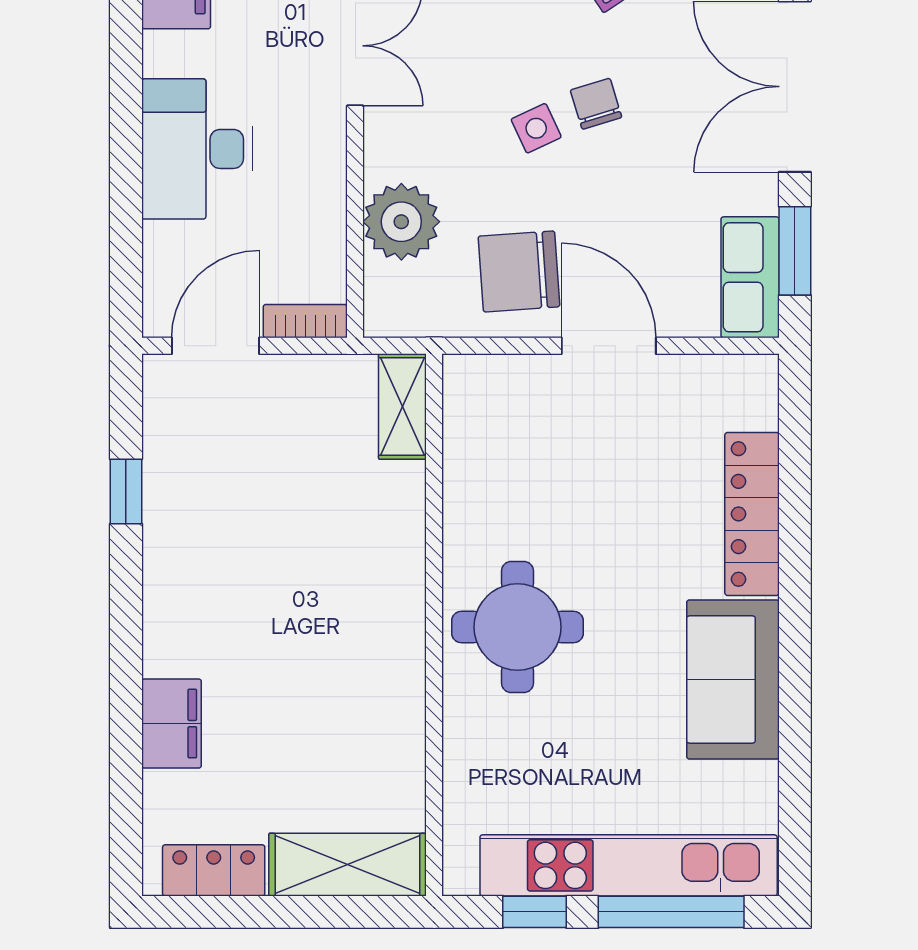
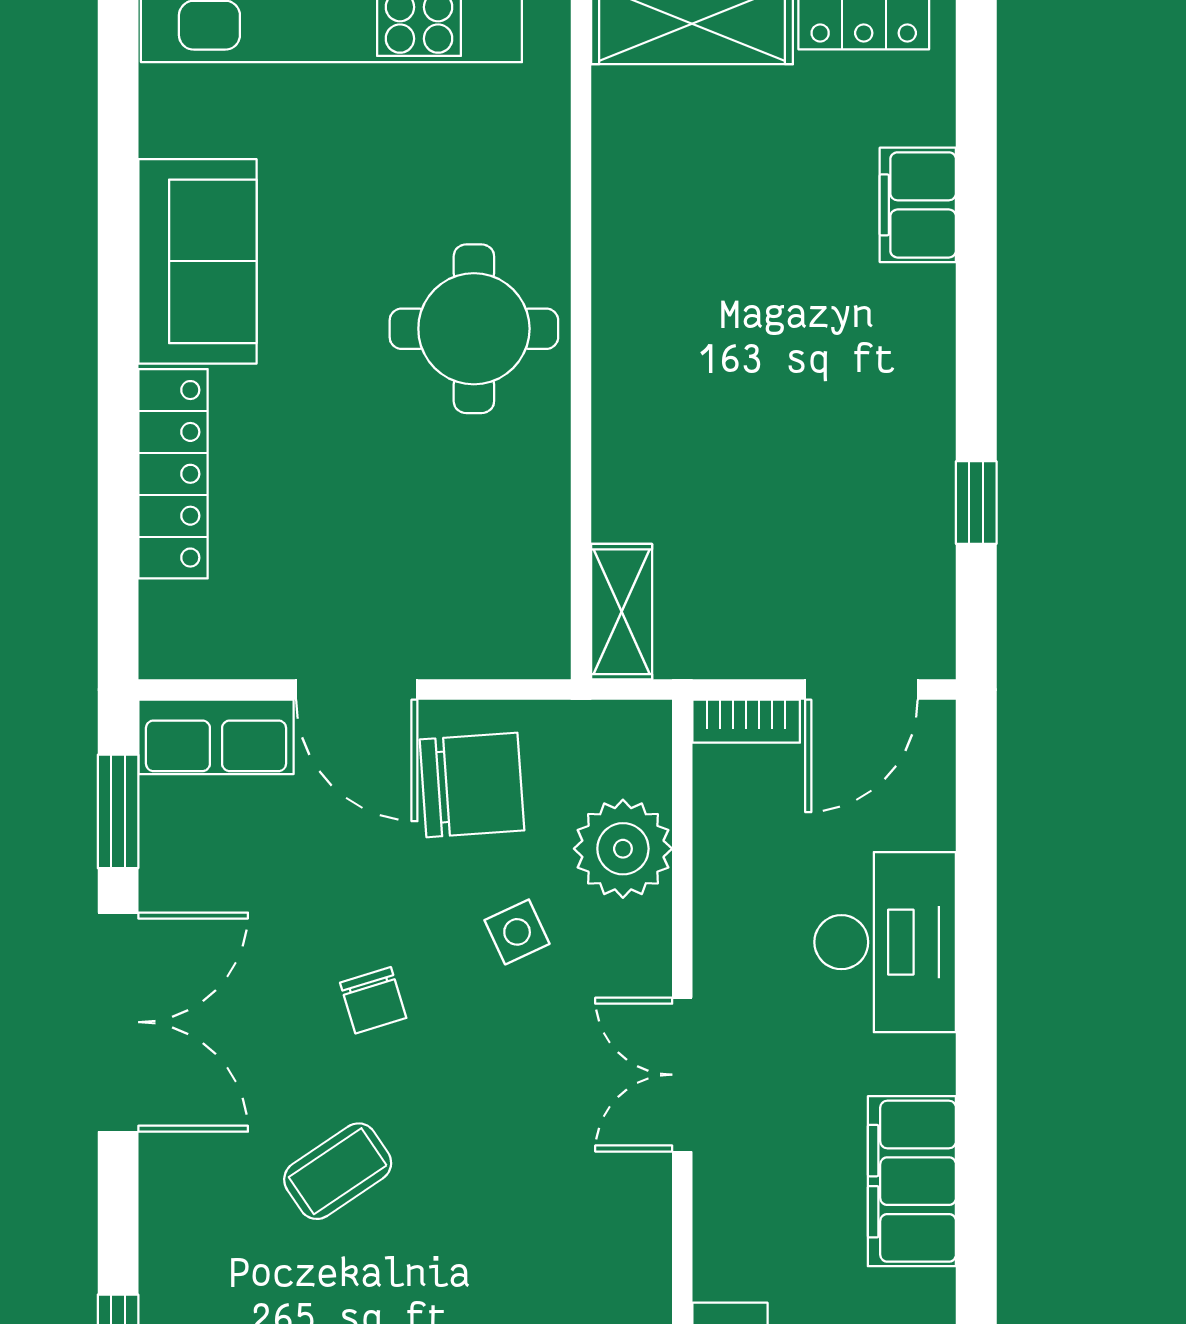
side table: (536, 128) -> (517, 932), moved
row of seats: (750, 277) -> (216, 737), moved, turned 90

